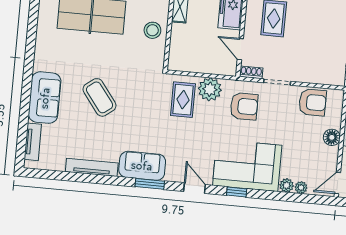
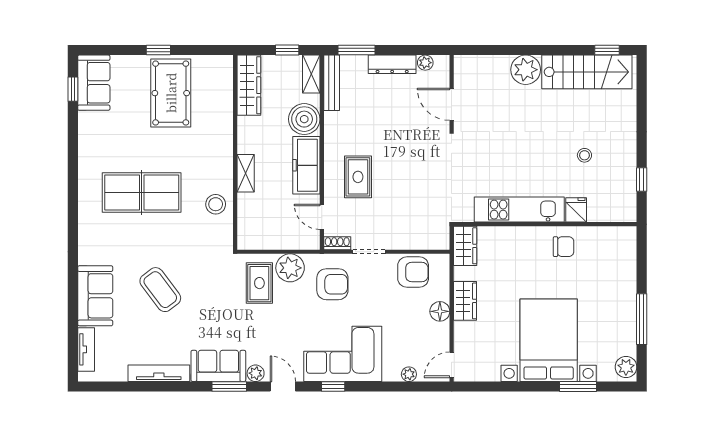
plant: (287, 185) -> (256, 373), moved

